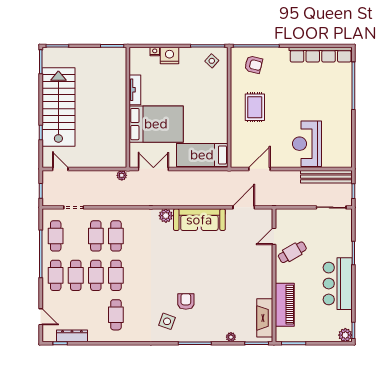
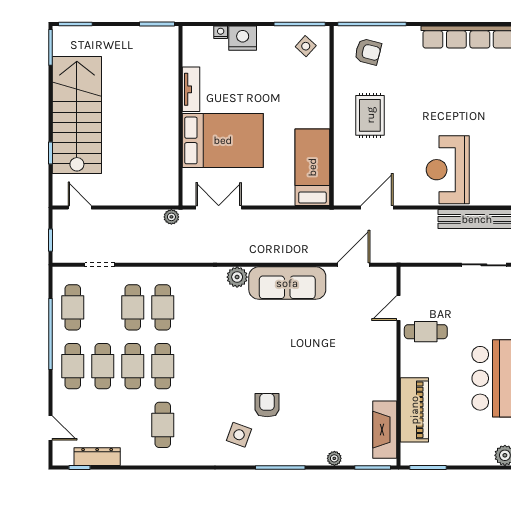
bed: (202, 155) -> (312, 167), moved, turned 90
cafe table: (292, 252) -> (426, 332), turned 30

